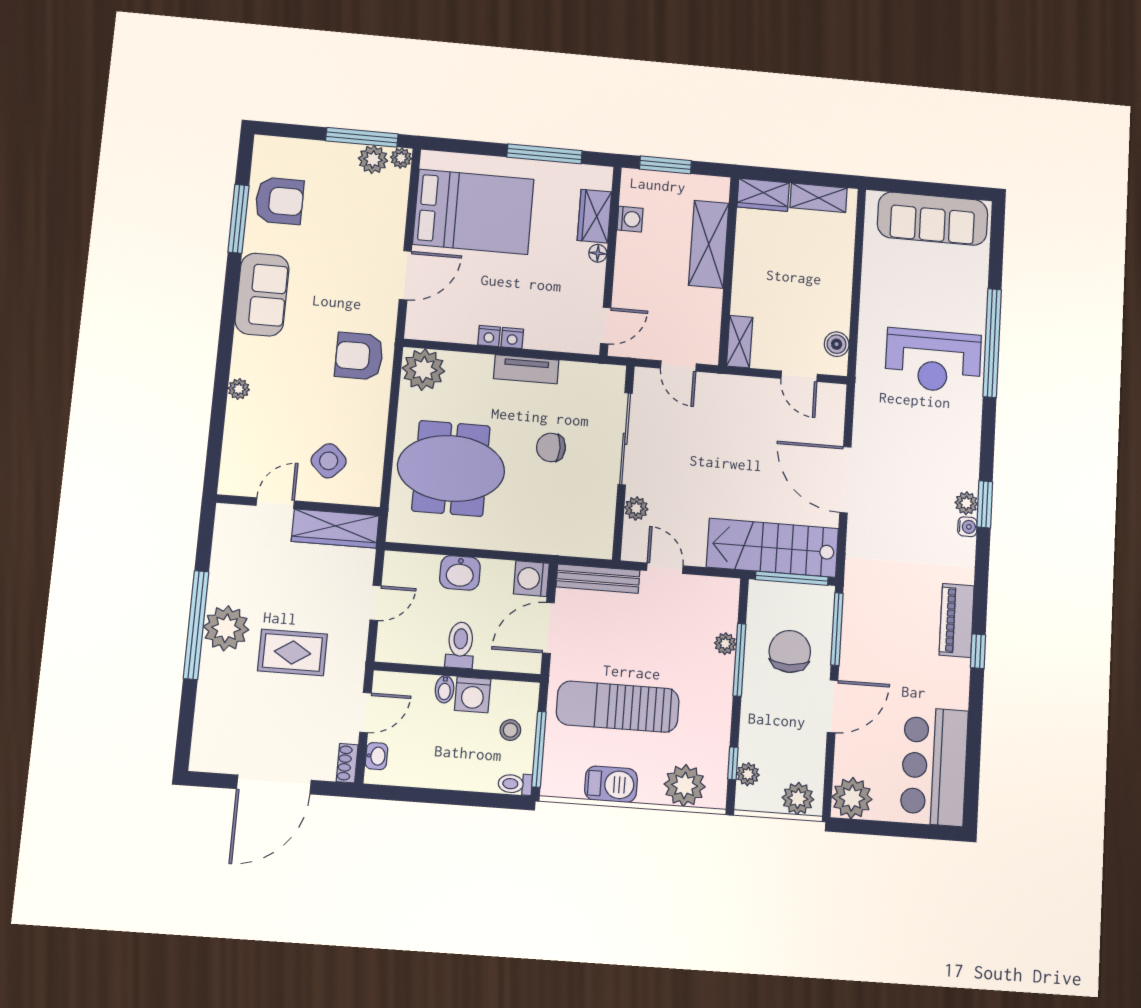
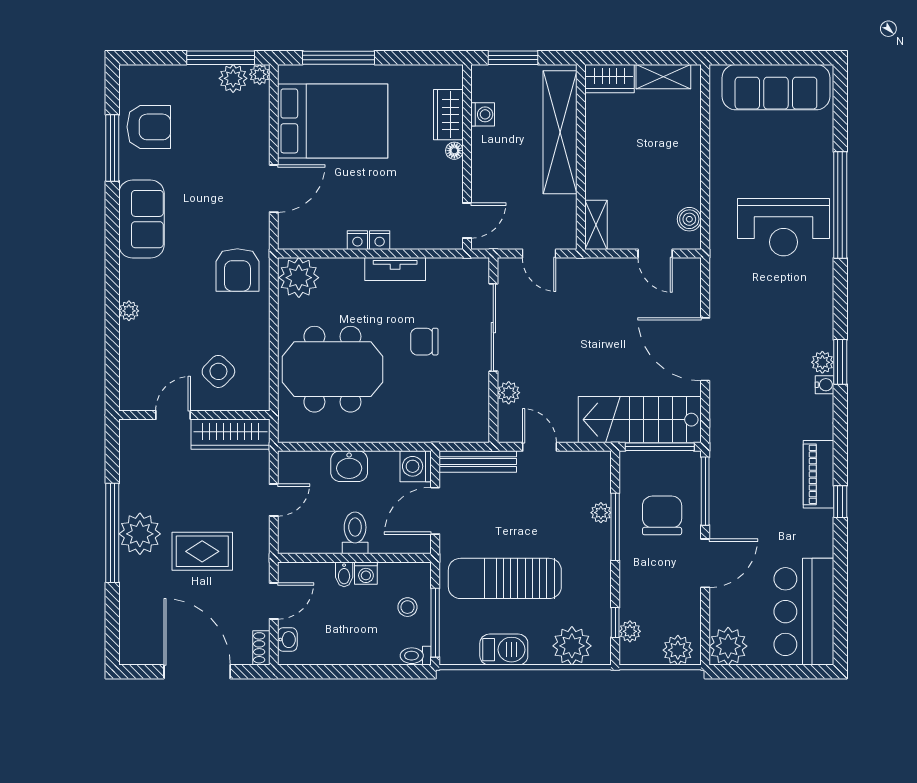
window: (545, 154) -> (339, 58), moved
shelving: (709, 244) -> (560, 132), width x1.47
armchair: (359, 356) -> (237, 270), turned -90
washing machine: (473, 695) -> (366, 573), width x0.73, depth x0.73
door: (274, 785) -> (197, 672), swing flipped

